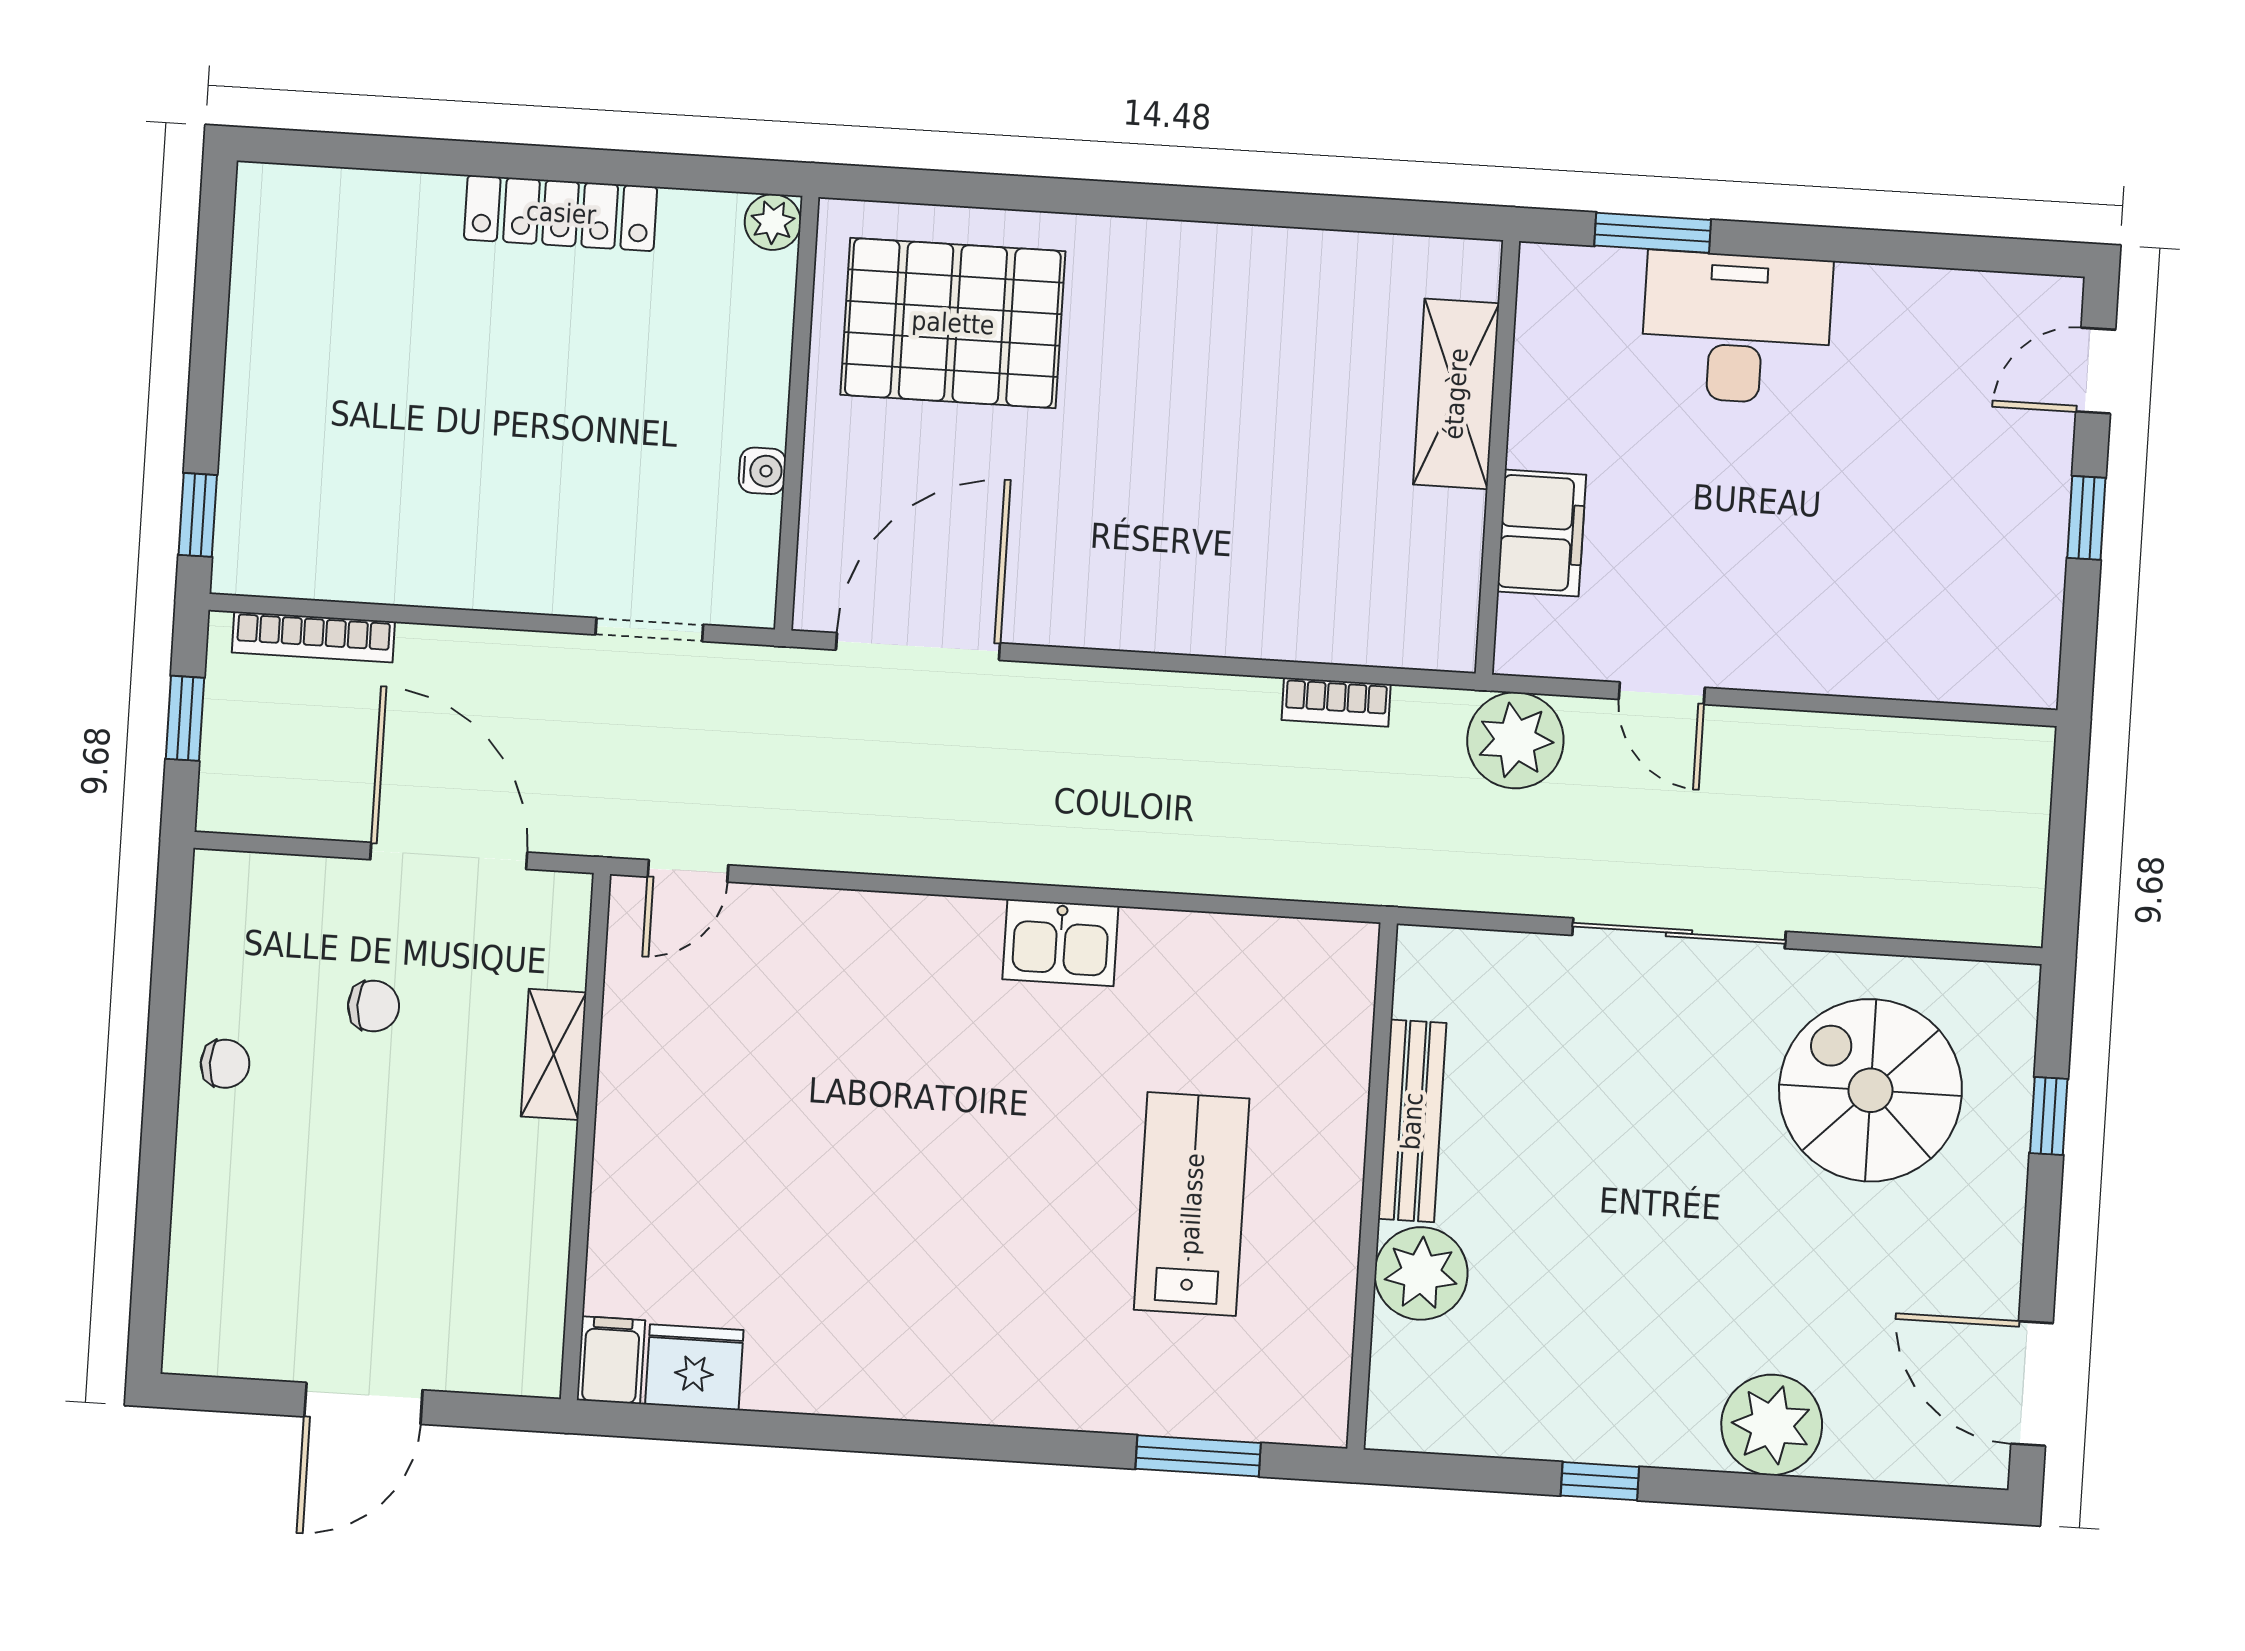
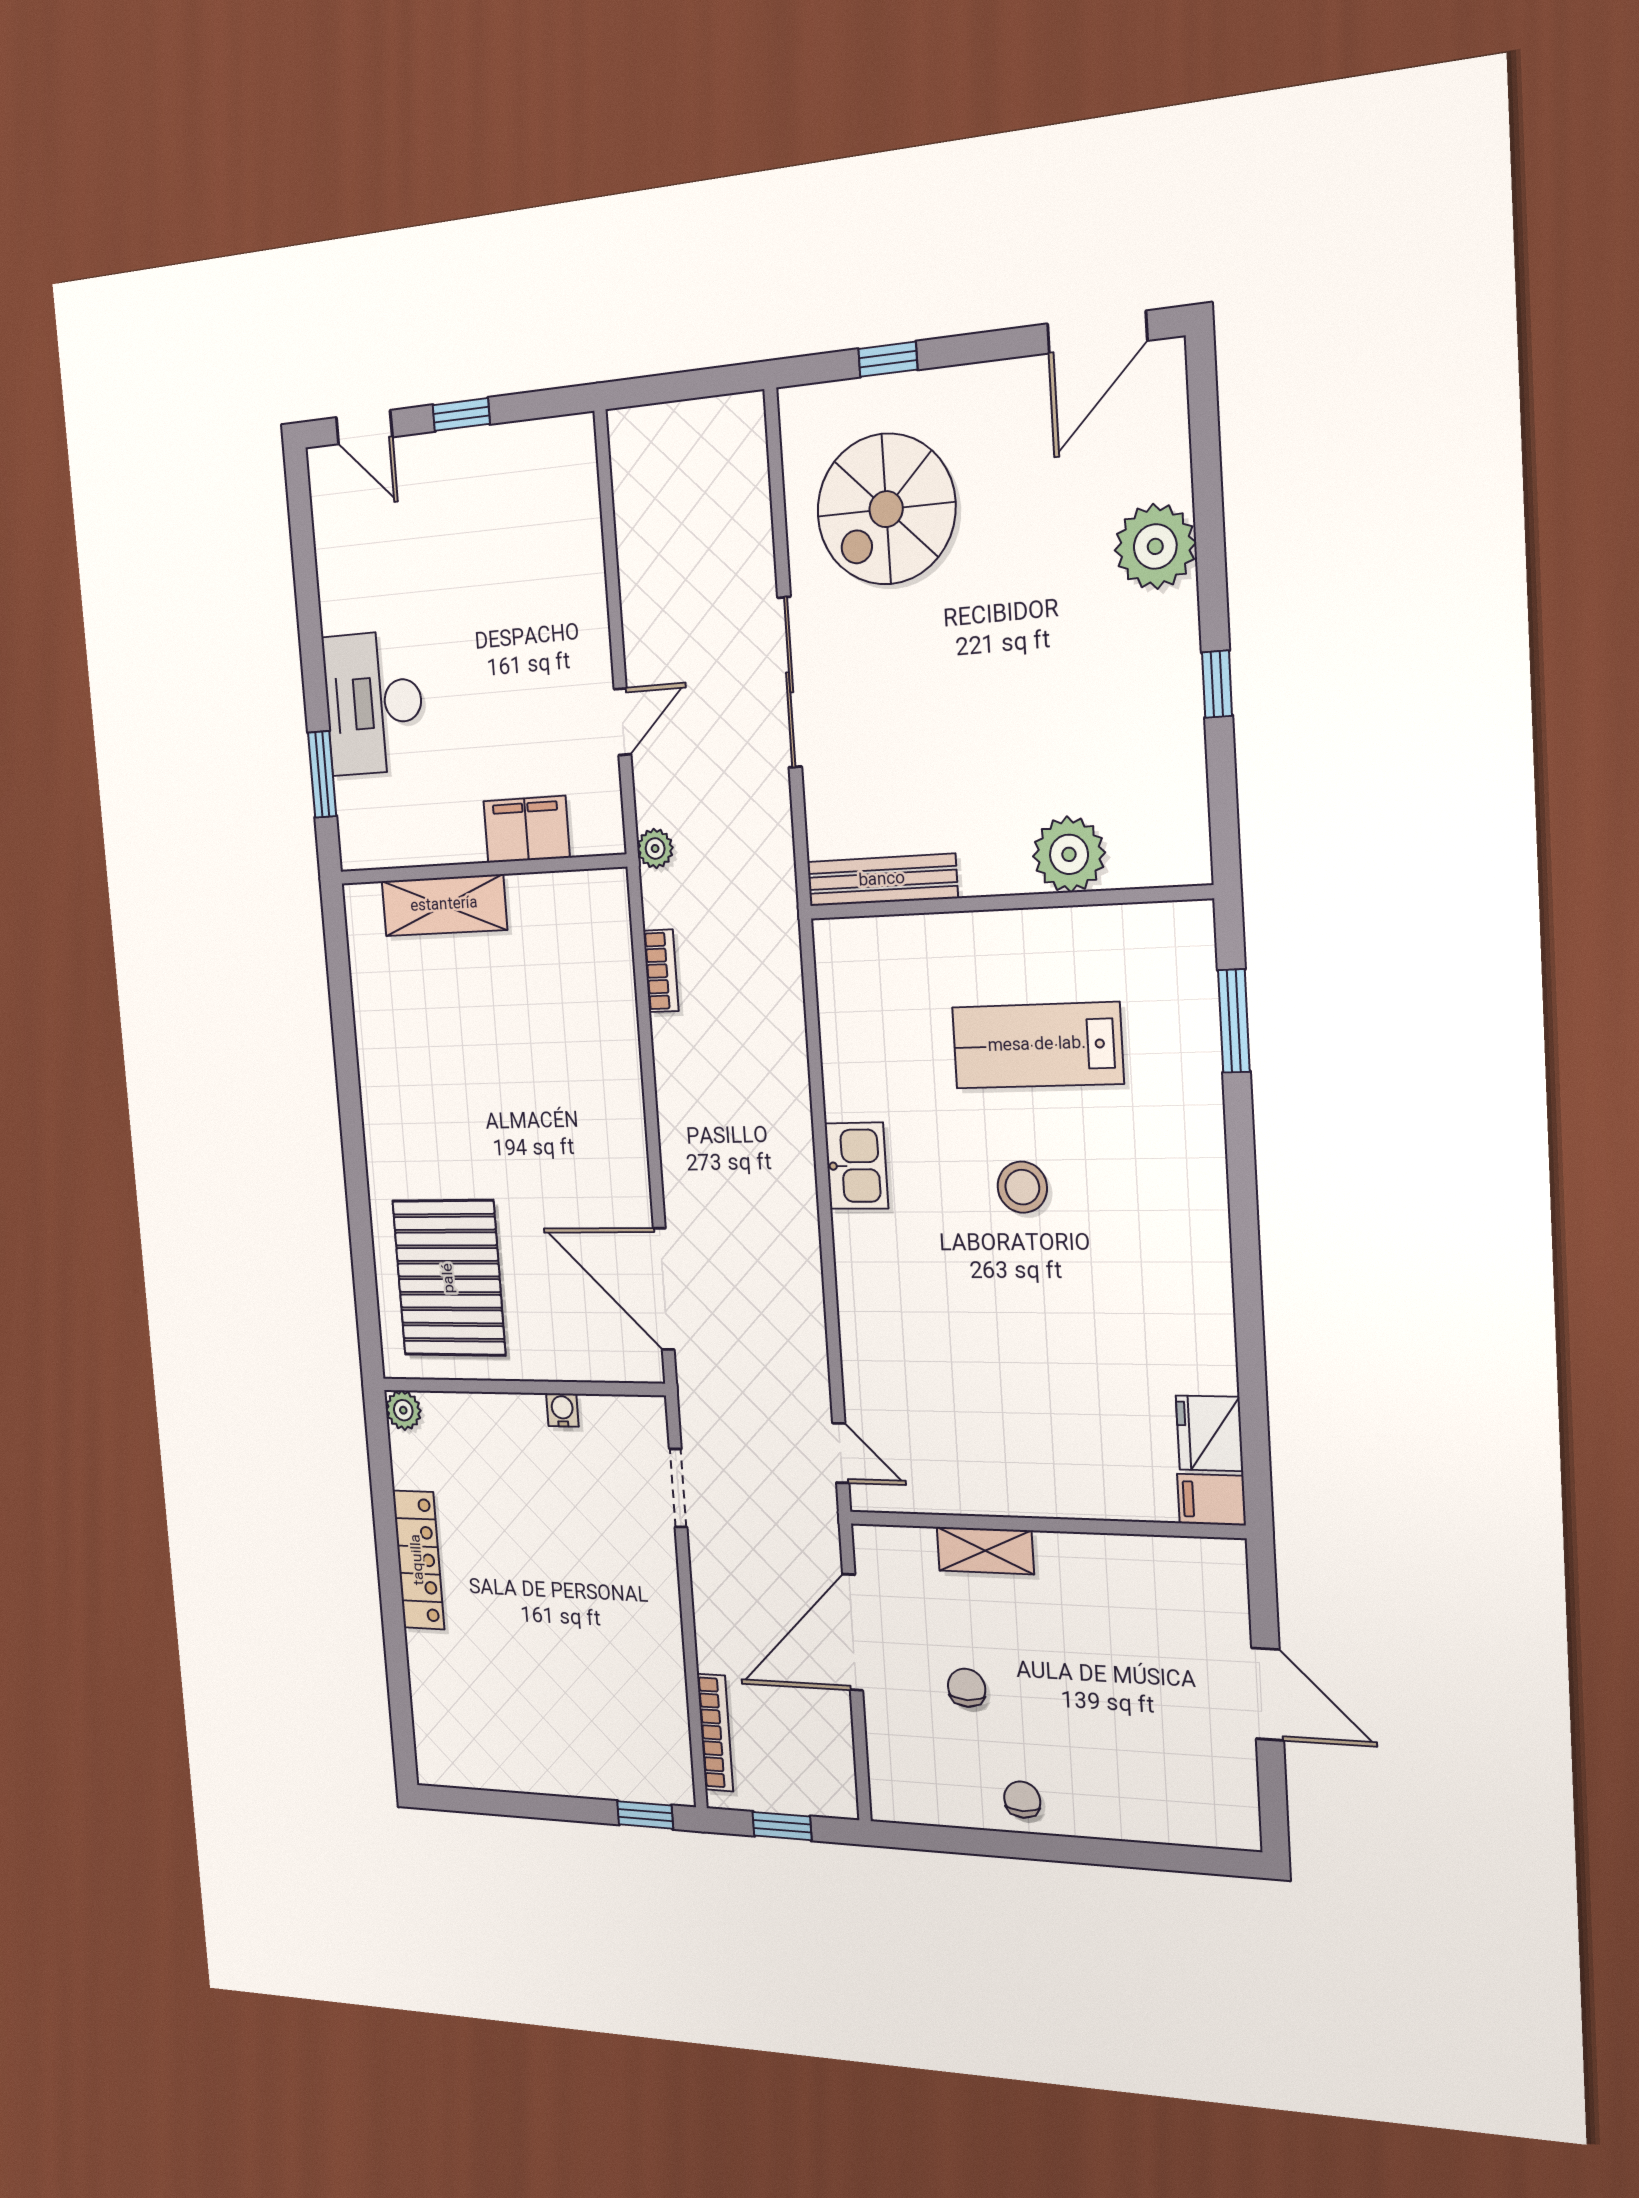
plant: (1515, 740) -> (655, 849), width x0.53, depth x0.53
bench: (1412, 1121) -> (882, 880), moved
stool: (1017, 1162) -> (1022, 1187), added

